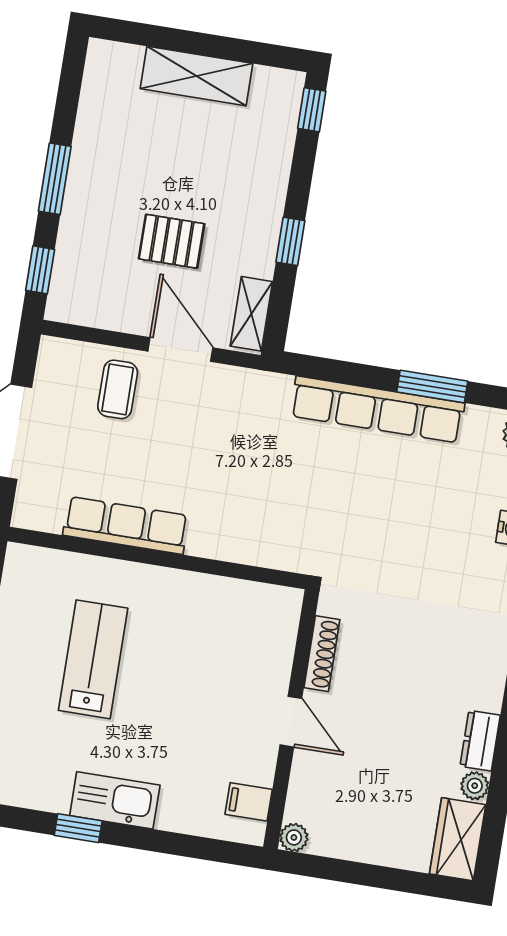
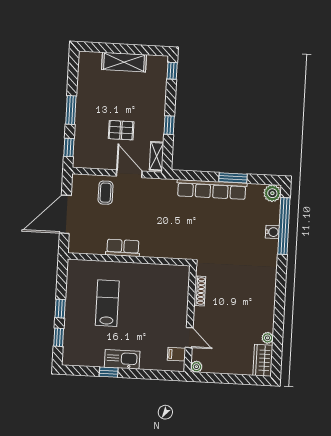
row of seats: (126, 525) -> (123, 248), width x0.68
door: (291, 722) -> (189, 338), moved
dresser: (480, 741) -> (268, 319), removed

